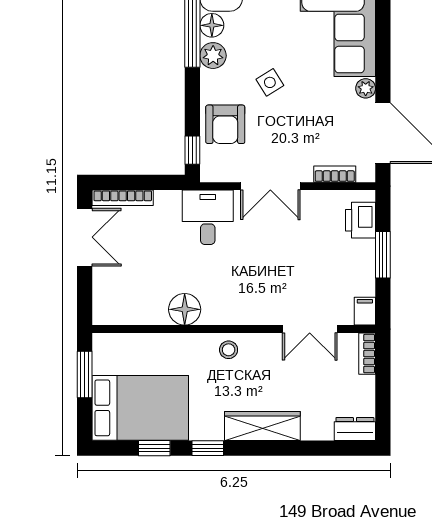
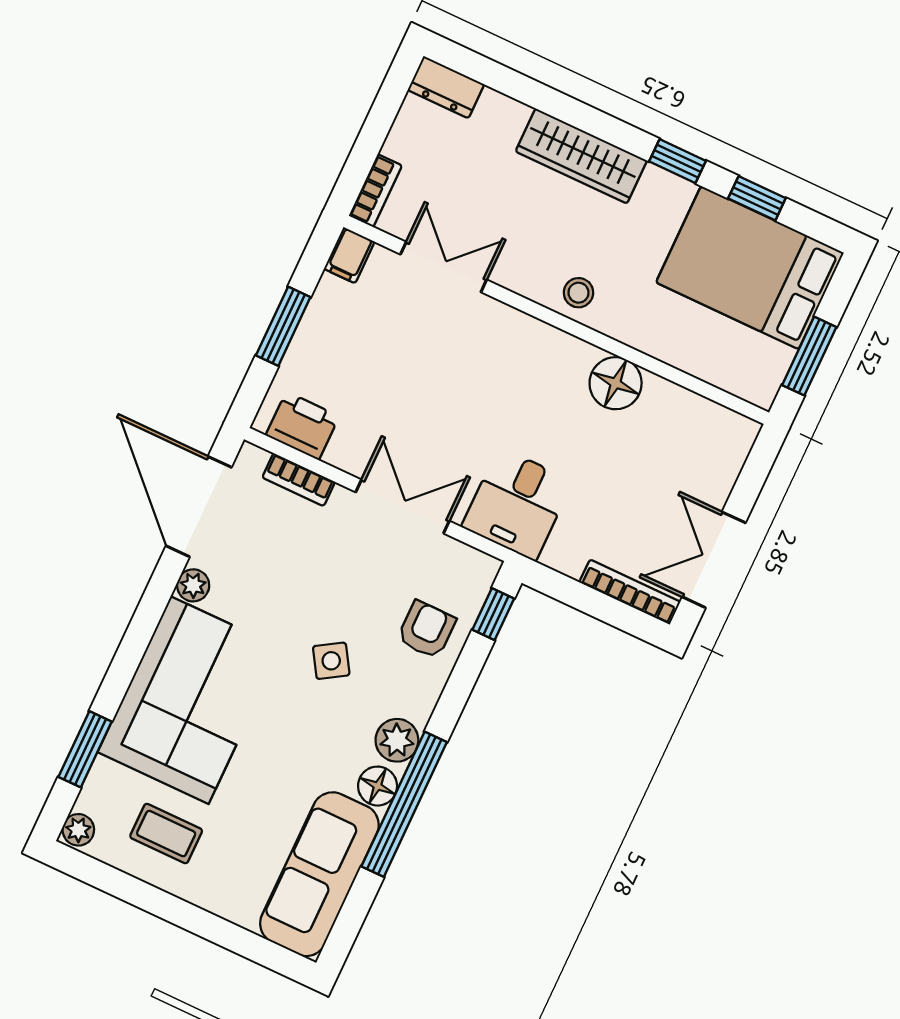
armchair: (225, 124) -> (426, 630), width x0.72, depth x0.72
printer: (361, 220) -> (302, 426), moved, turned -90

